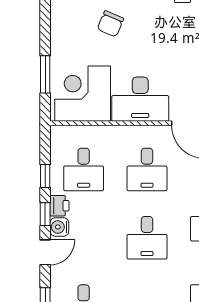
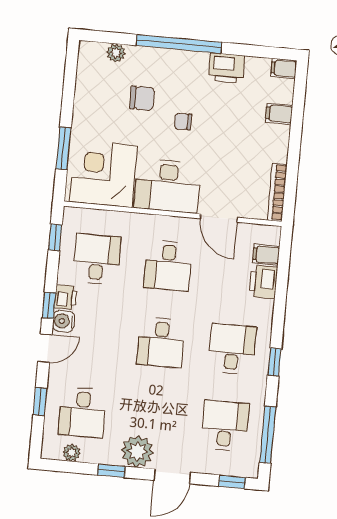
chair: (110, 24) -> (142, 98), turned -113
chair: (149, 41) -> (183, 121), added
desk: (84, 169) -> (97, 259), turned 180
window: (45, 176) -> (55, 237), moved

